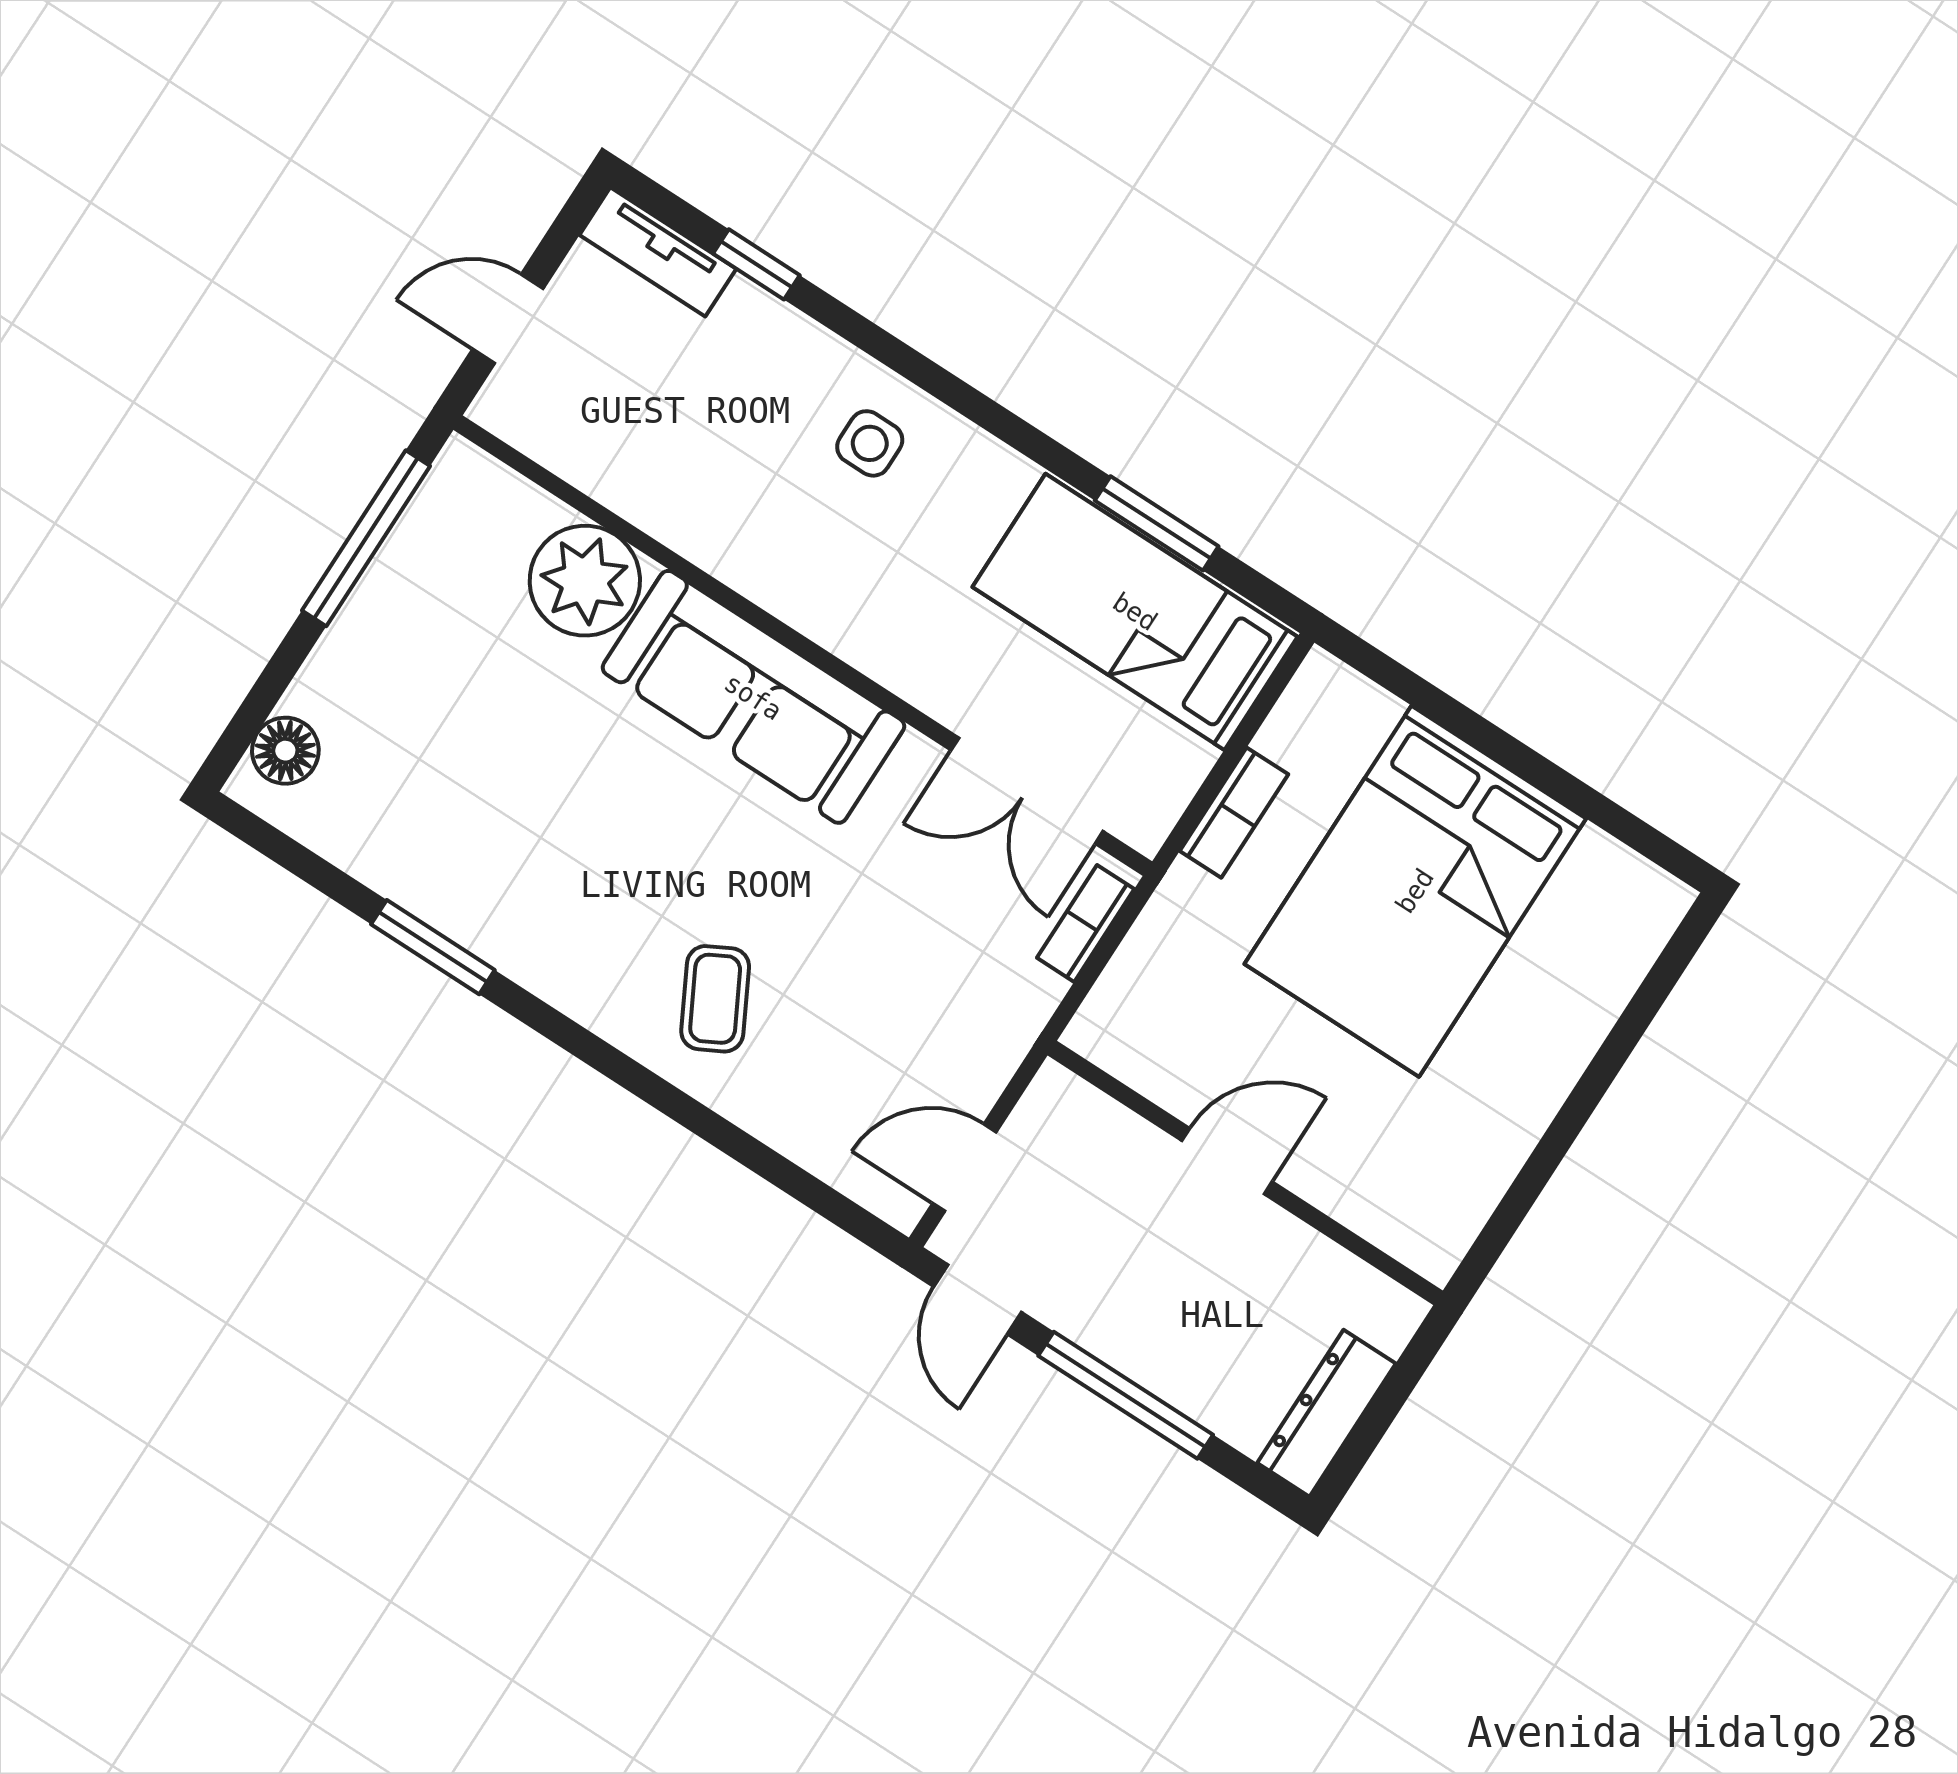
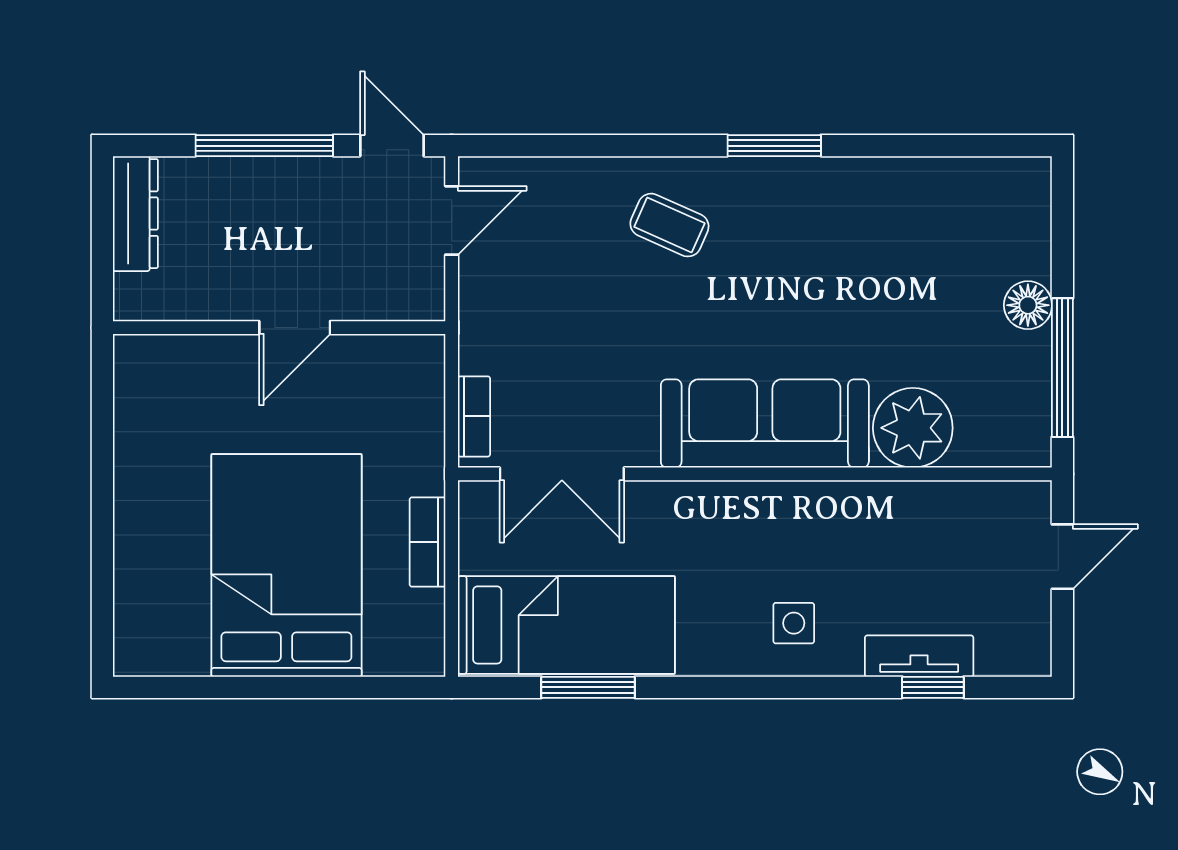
tv unit: (658, 252) -> (919, 656), moved
floor lamp: (285, 751) -> (1028, 305), moved
double door: (1027, 791) -> (562, 474), swing flipped
window: (433, 947) -> (774, 146), moved
coffee table: (715, 999) -> (669, 225), turned -38

